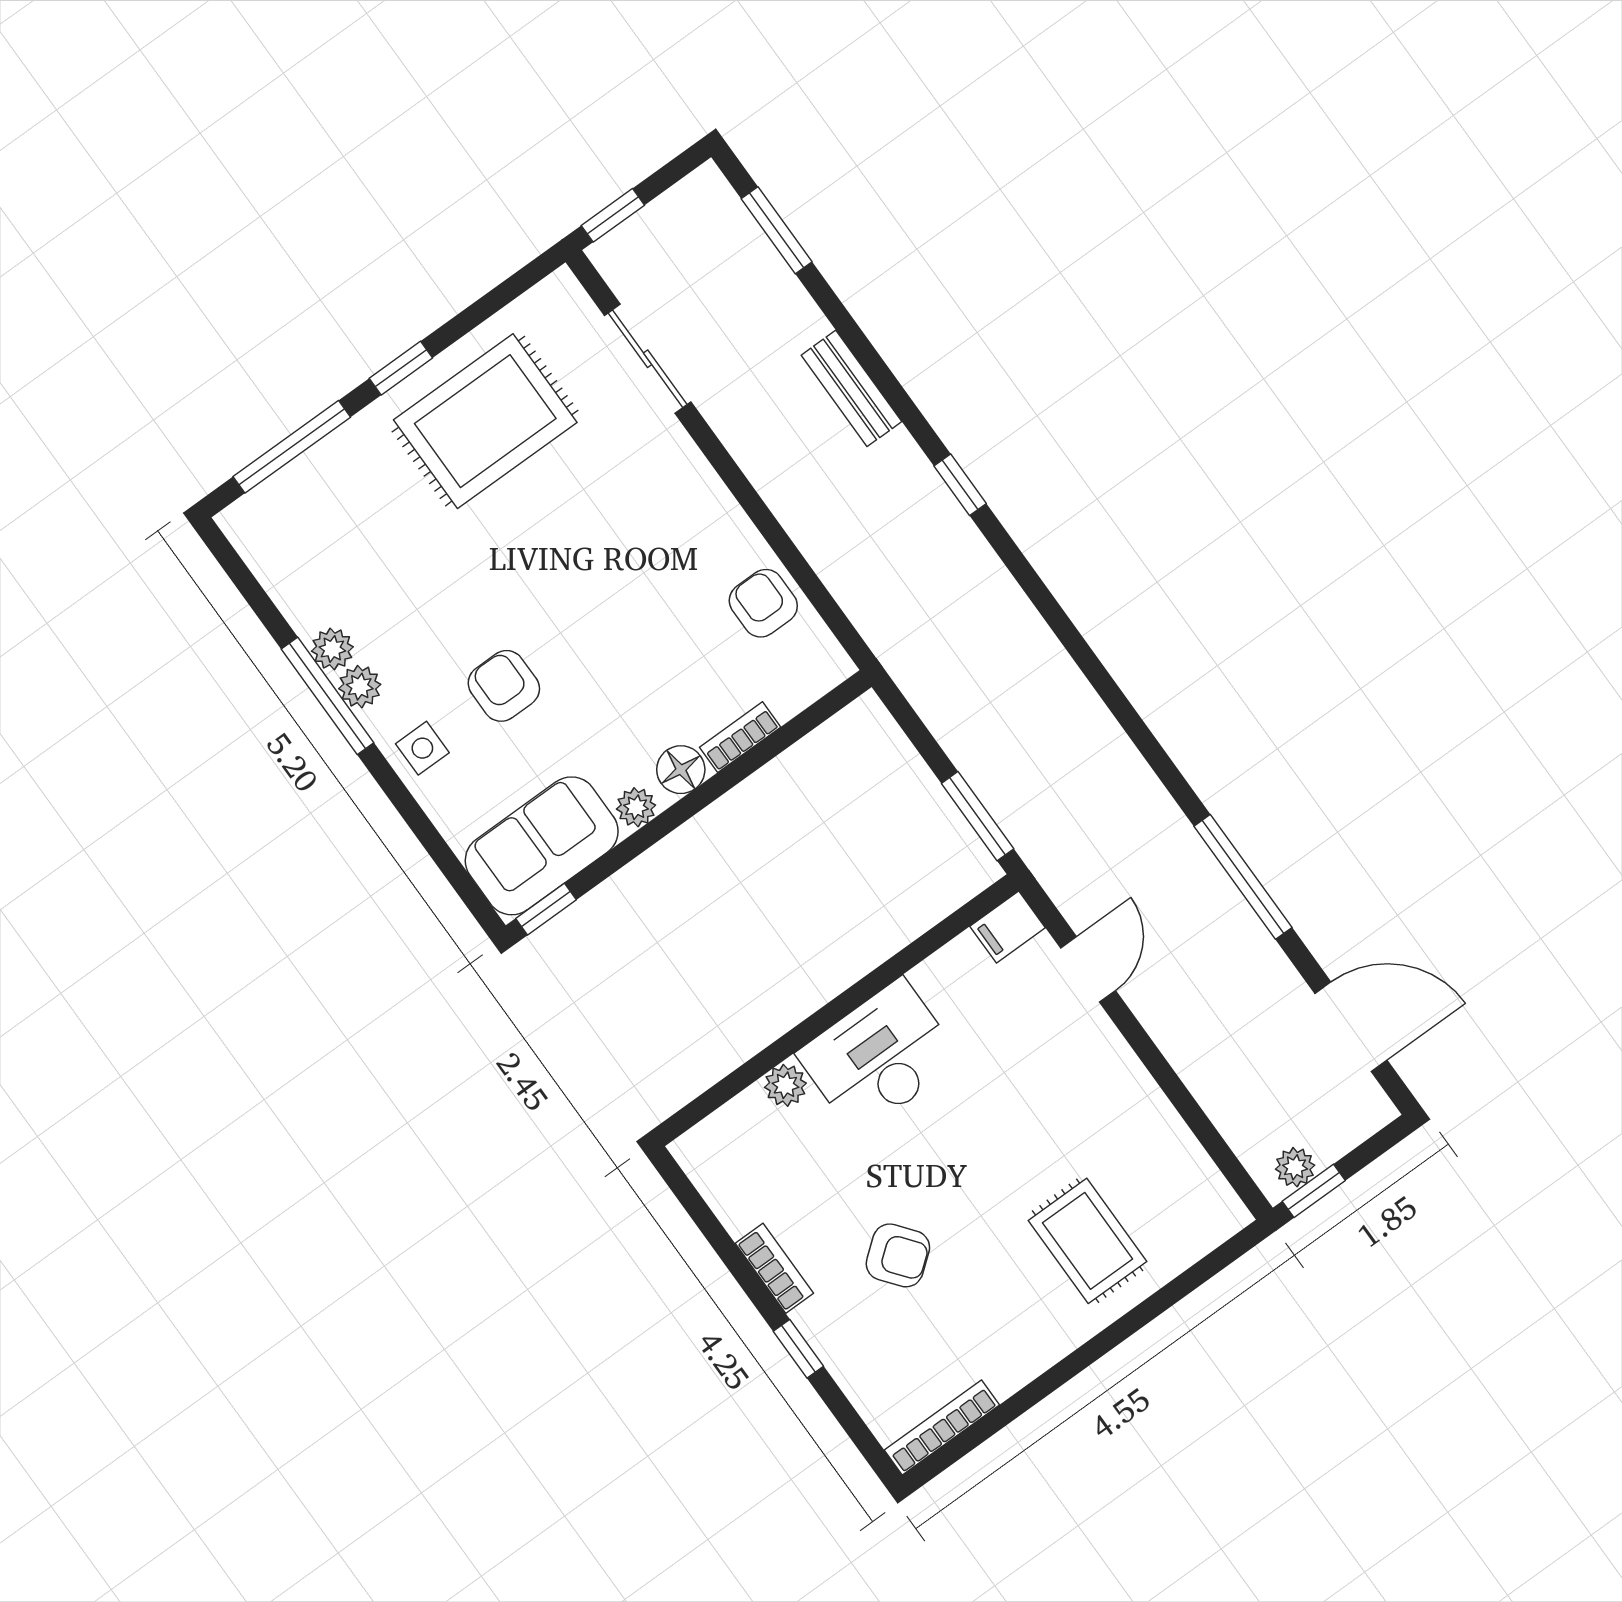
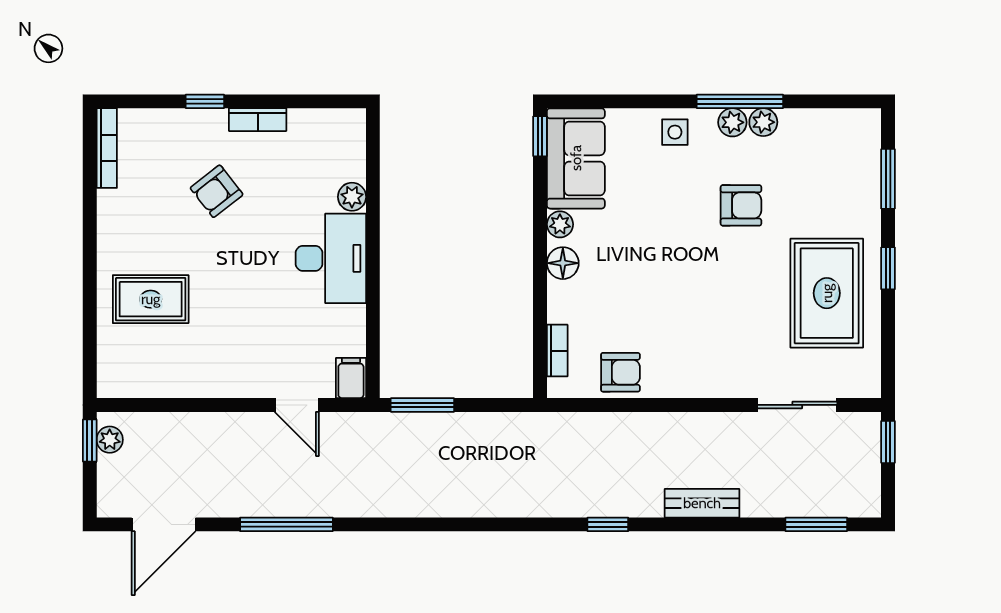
window: (292, 447) -> (888, 179), width x0.69
armchair: (504, 686) -> (741, 205), moved
bookcase: (740, 737) -> (557, 351), moved

